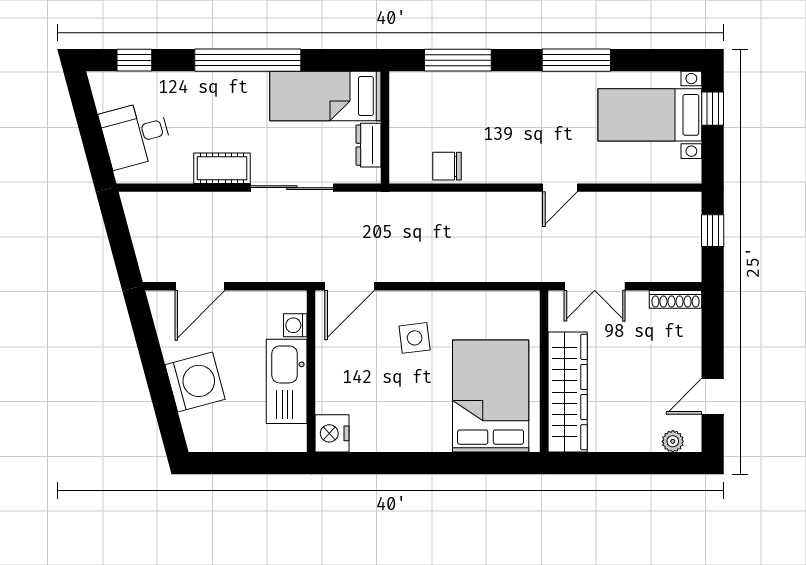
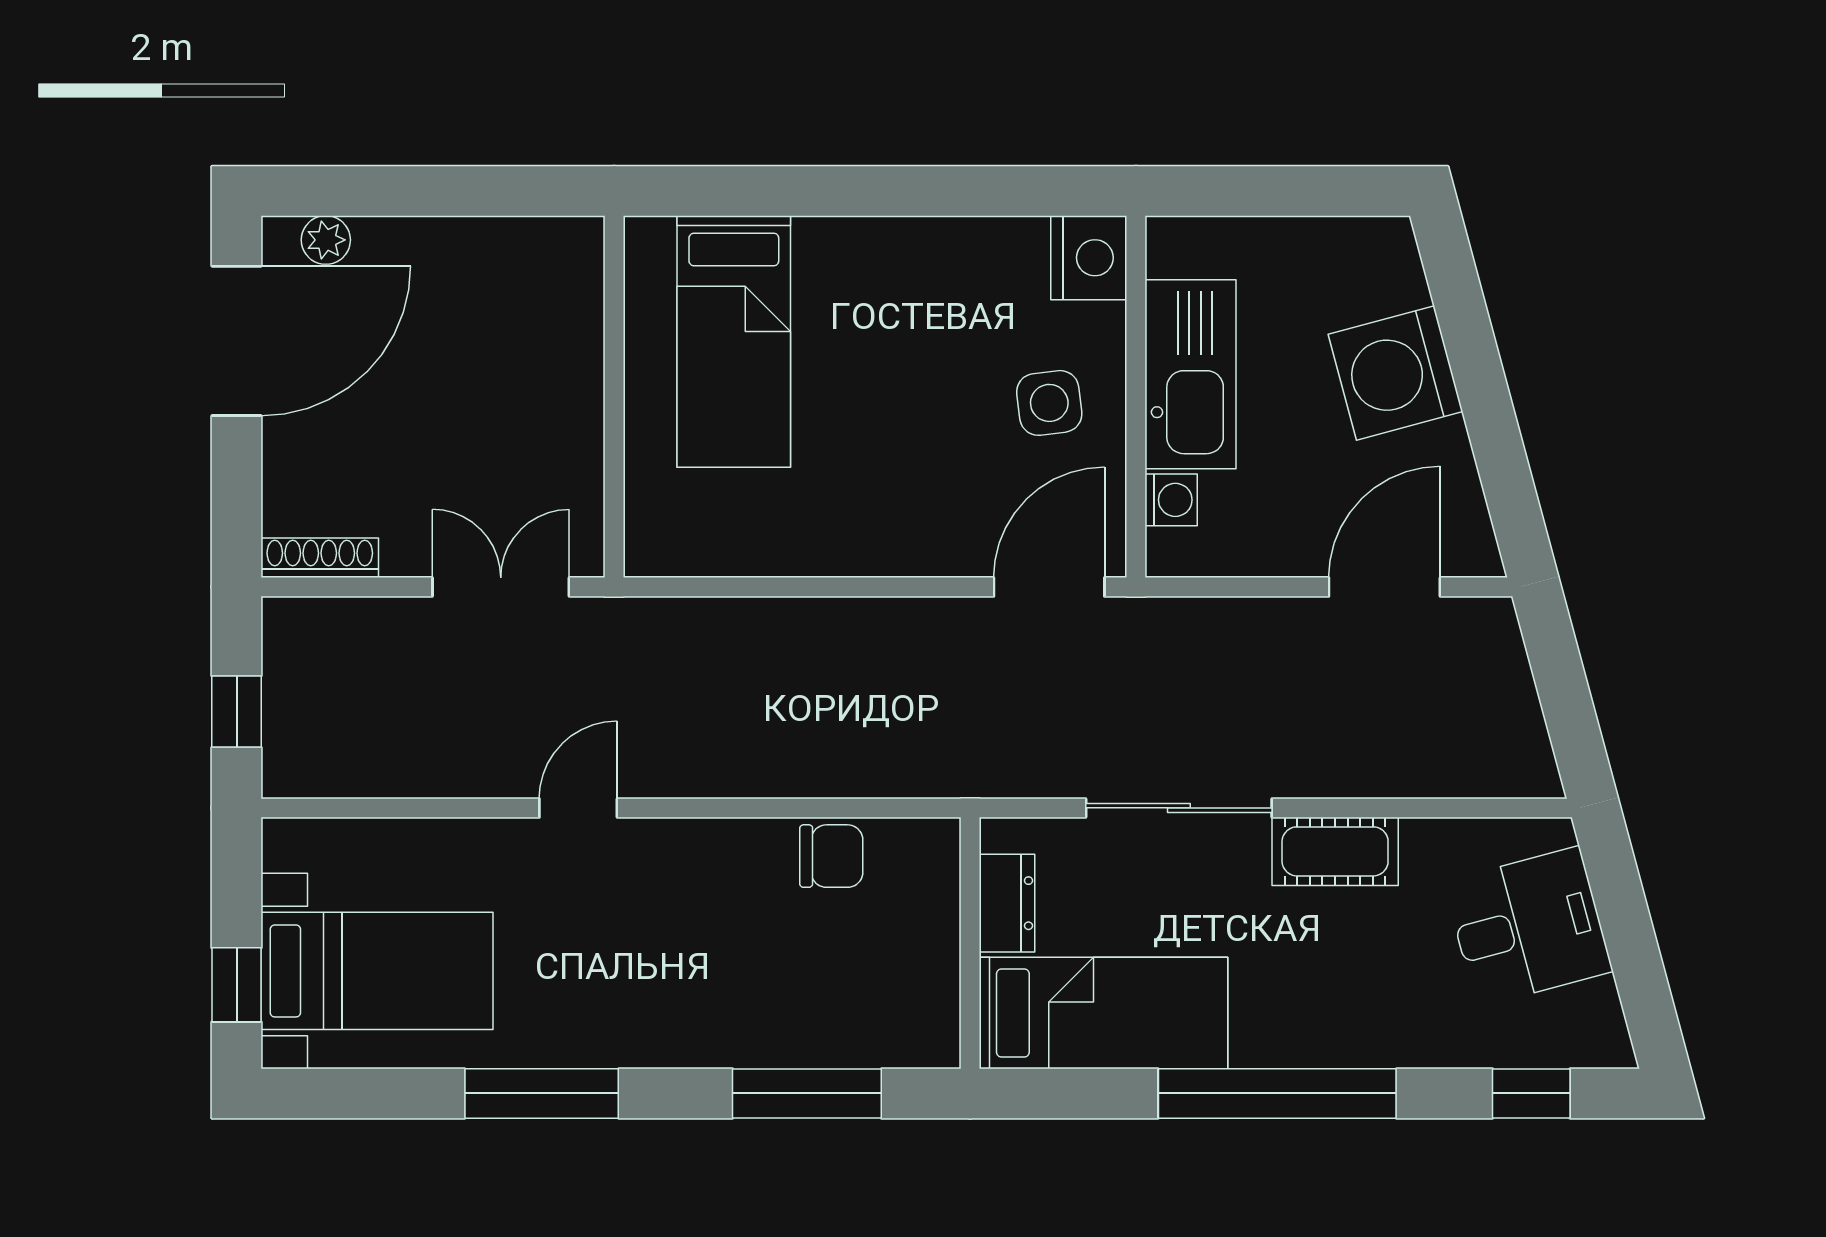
side table: (415, 338) -> (1049, 403), moved
wardrobe: (568, 392) -> (561, 350), removed
bed: (491, 396) -> (734, 341), width x0.67
door: (713, 396) -> (237, 341), width x1.87

